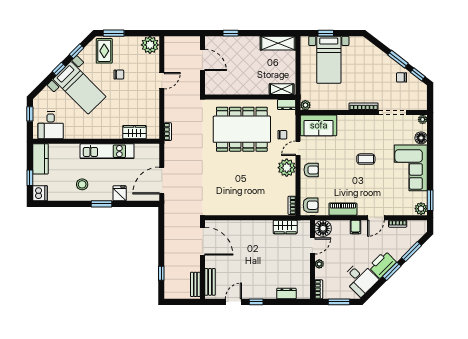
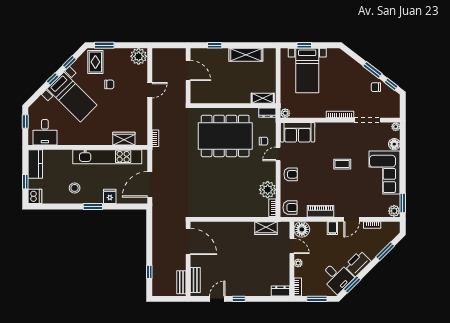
shelving: (278, 43) -> (246, 55), moved
kitchen unit: (107, 151) -> (107, 157), width x1.36
plant: (287, 168) -> (268, 190), moved
door: (312, 246) -> (292, 246), hinge flipped
window: (392, 271) -> (352, 284), moved
dresser: (286, 294) -> (280, 291), moved

